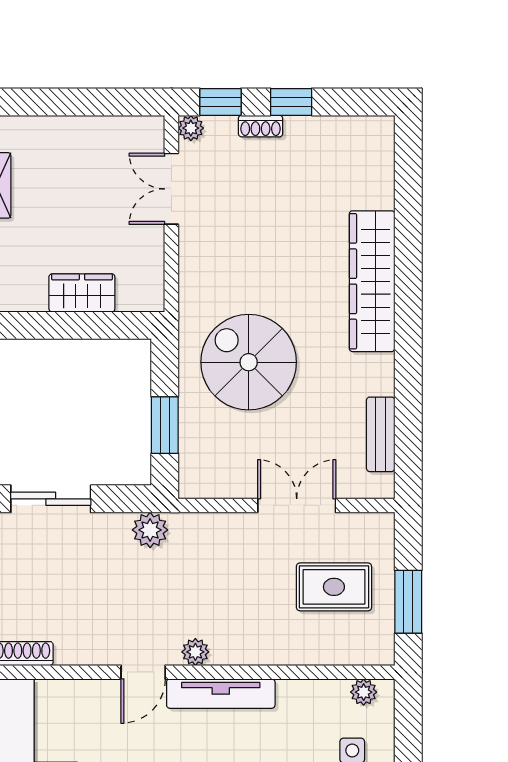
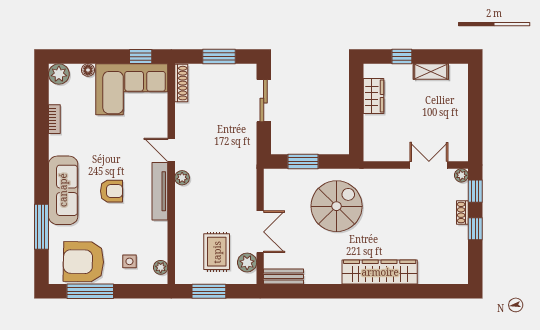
wardrobe: (82, 293) -> (373, 96), moved
bench: (381, 434) -> (284, 277), moved
plant: (150, 530) -> (247, 263), moved

